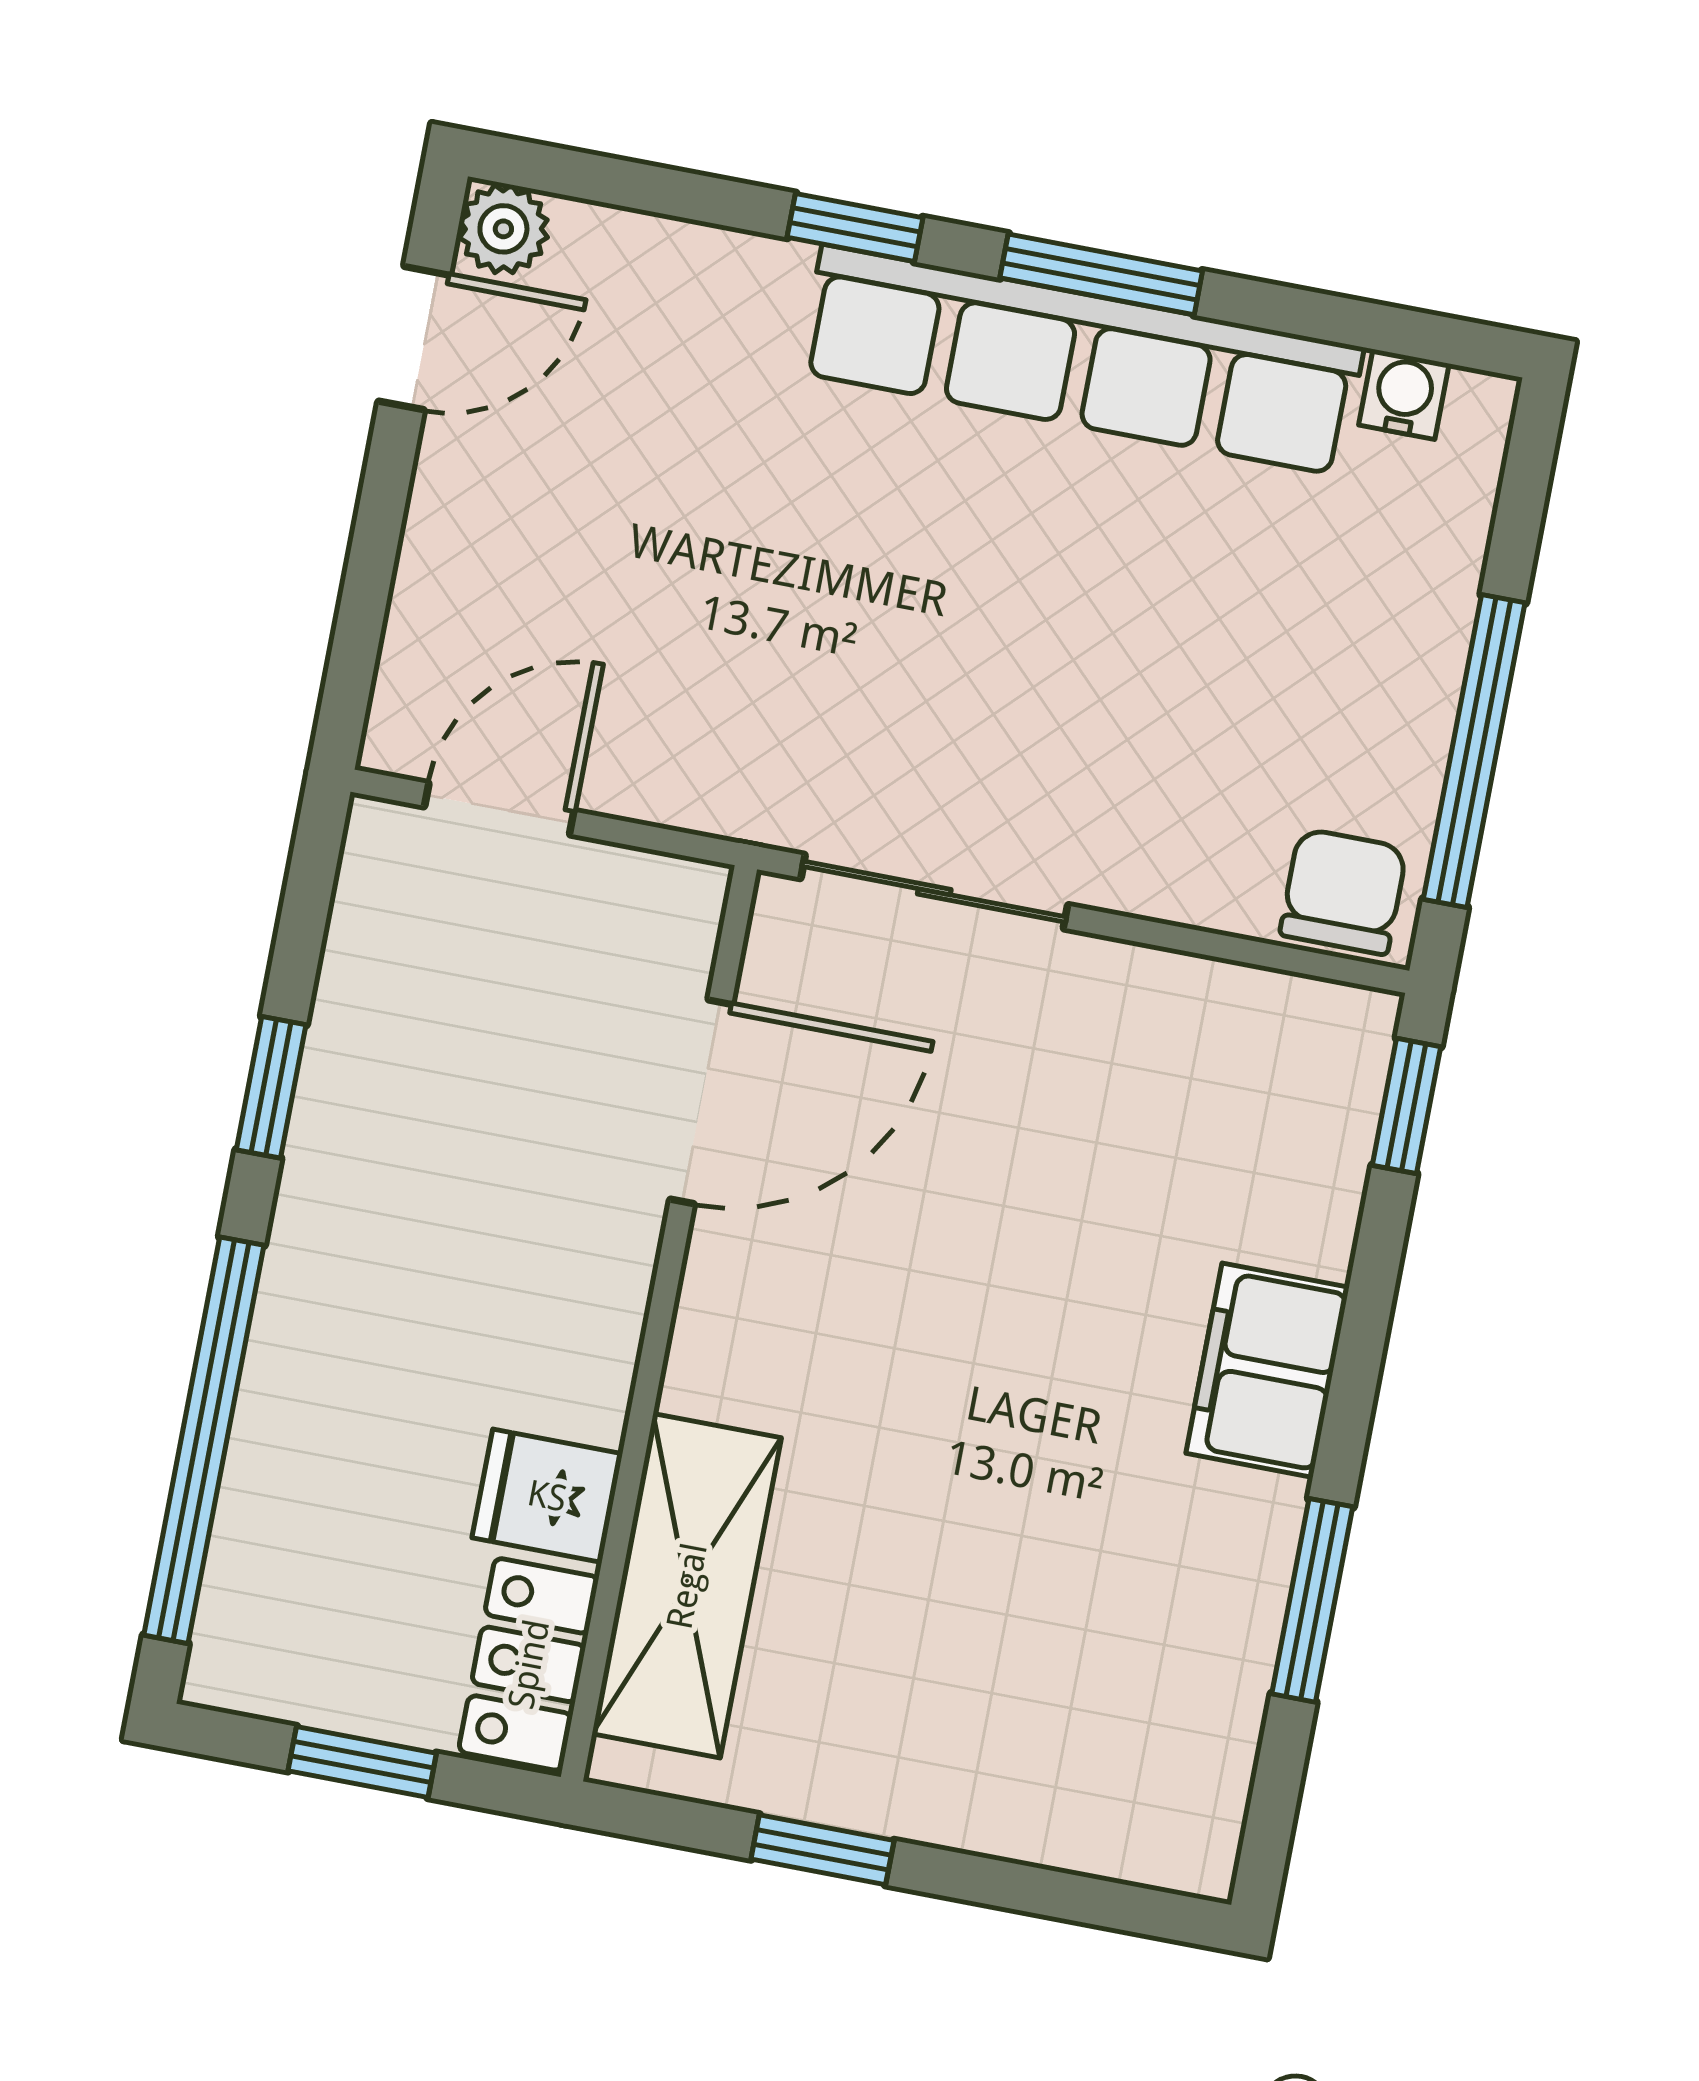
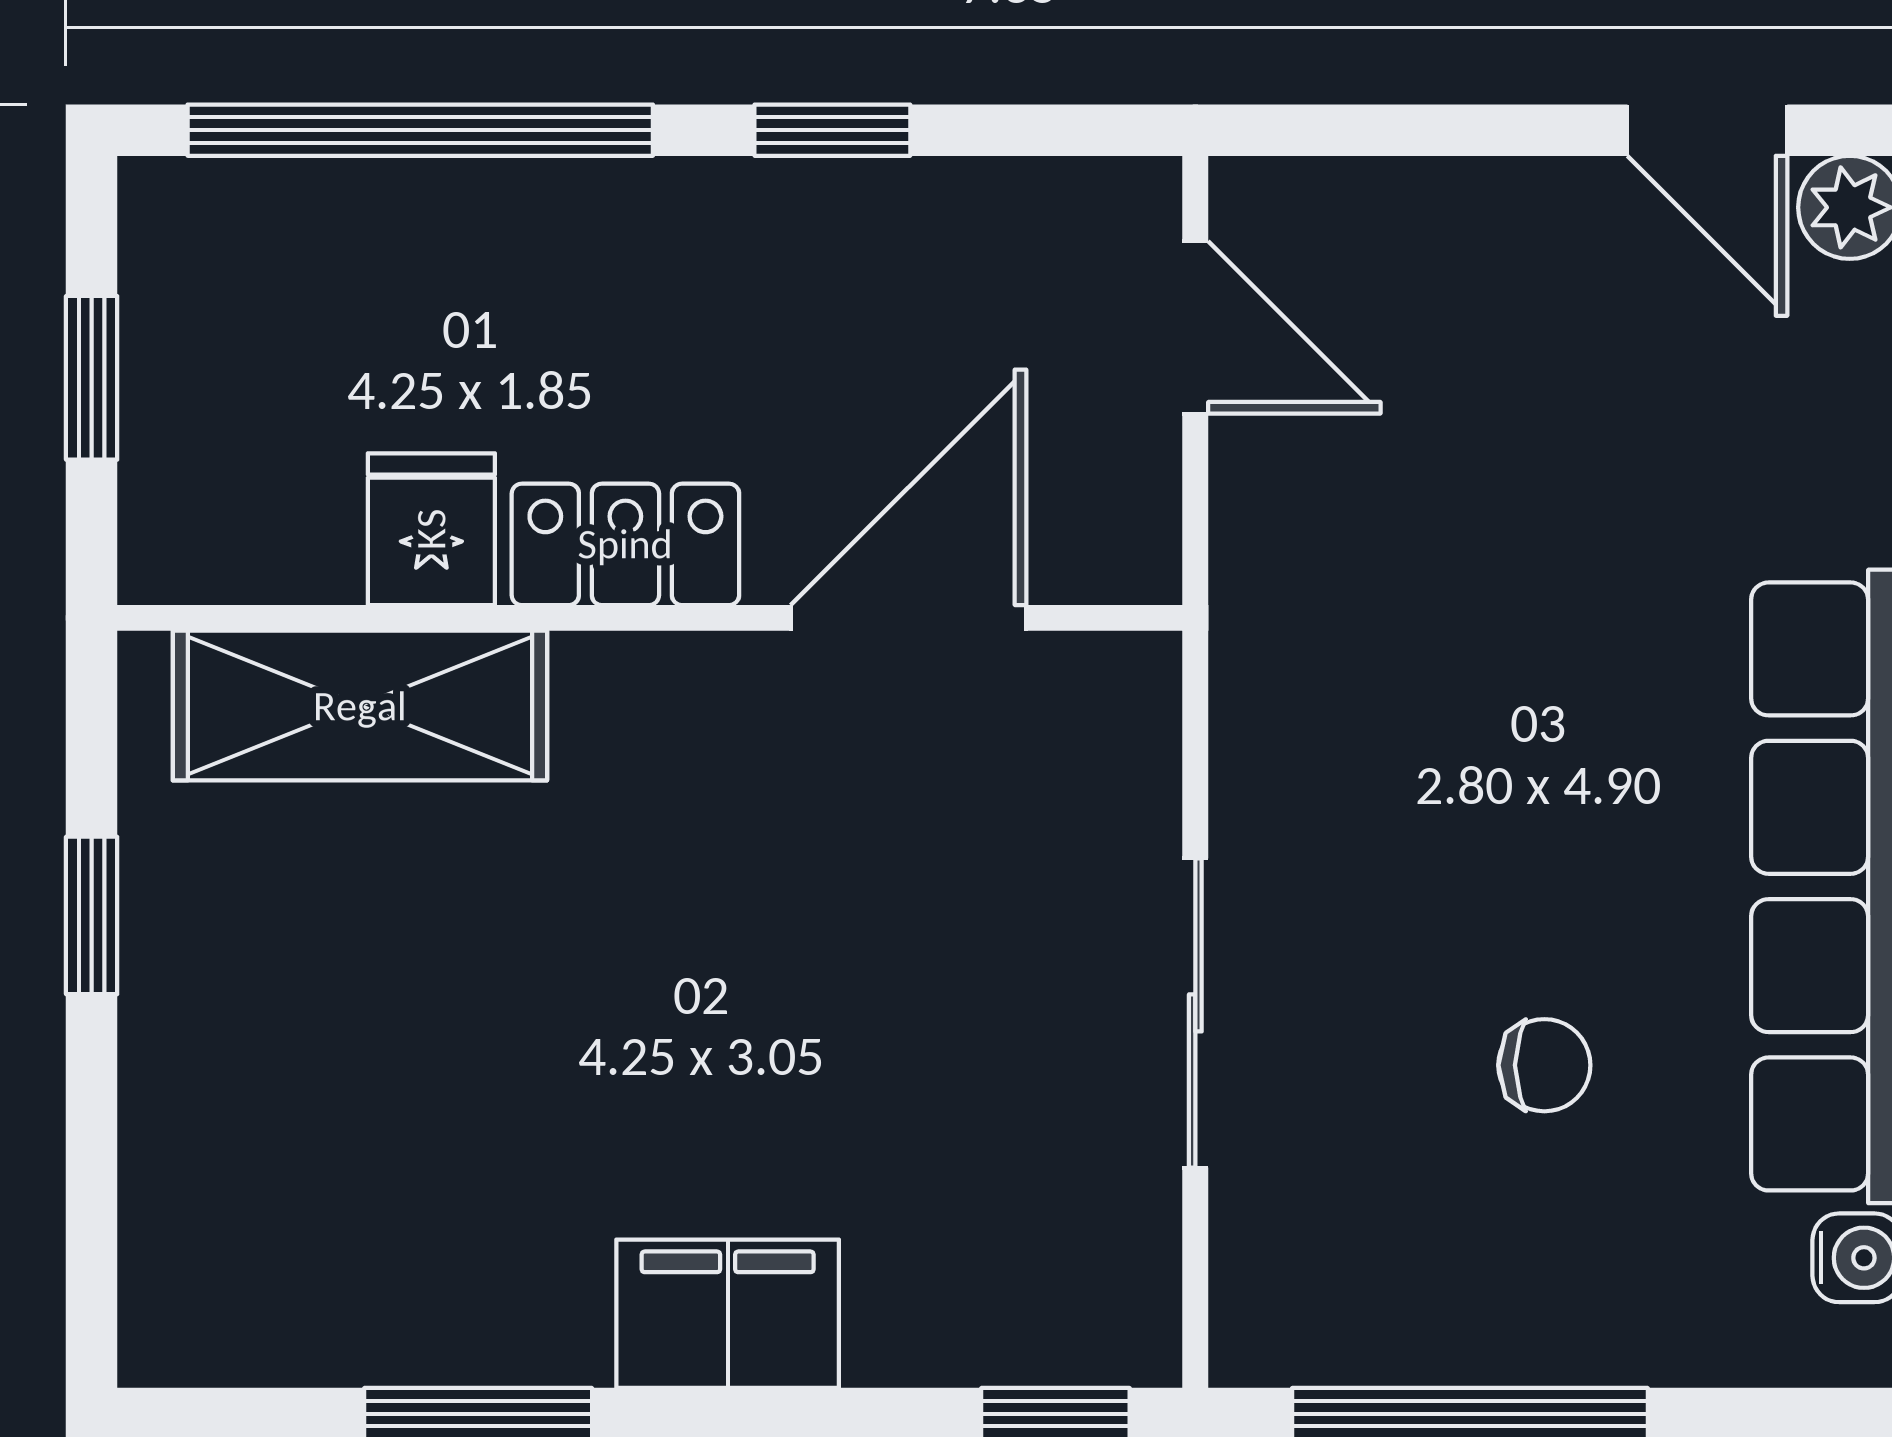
sliding door: (934, 892) -> (1195, 1013), moved
chair: (1343, 892) -> (1544, 1065), moved, width x0.73, depth x0.73
door: (701, 1102) -> (909, 618), swing flipped
locker: (529, 1664) -> (625, 544), moved

